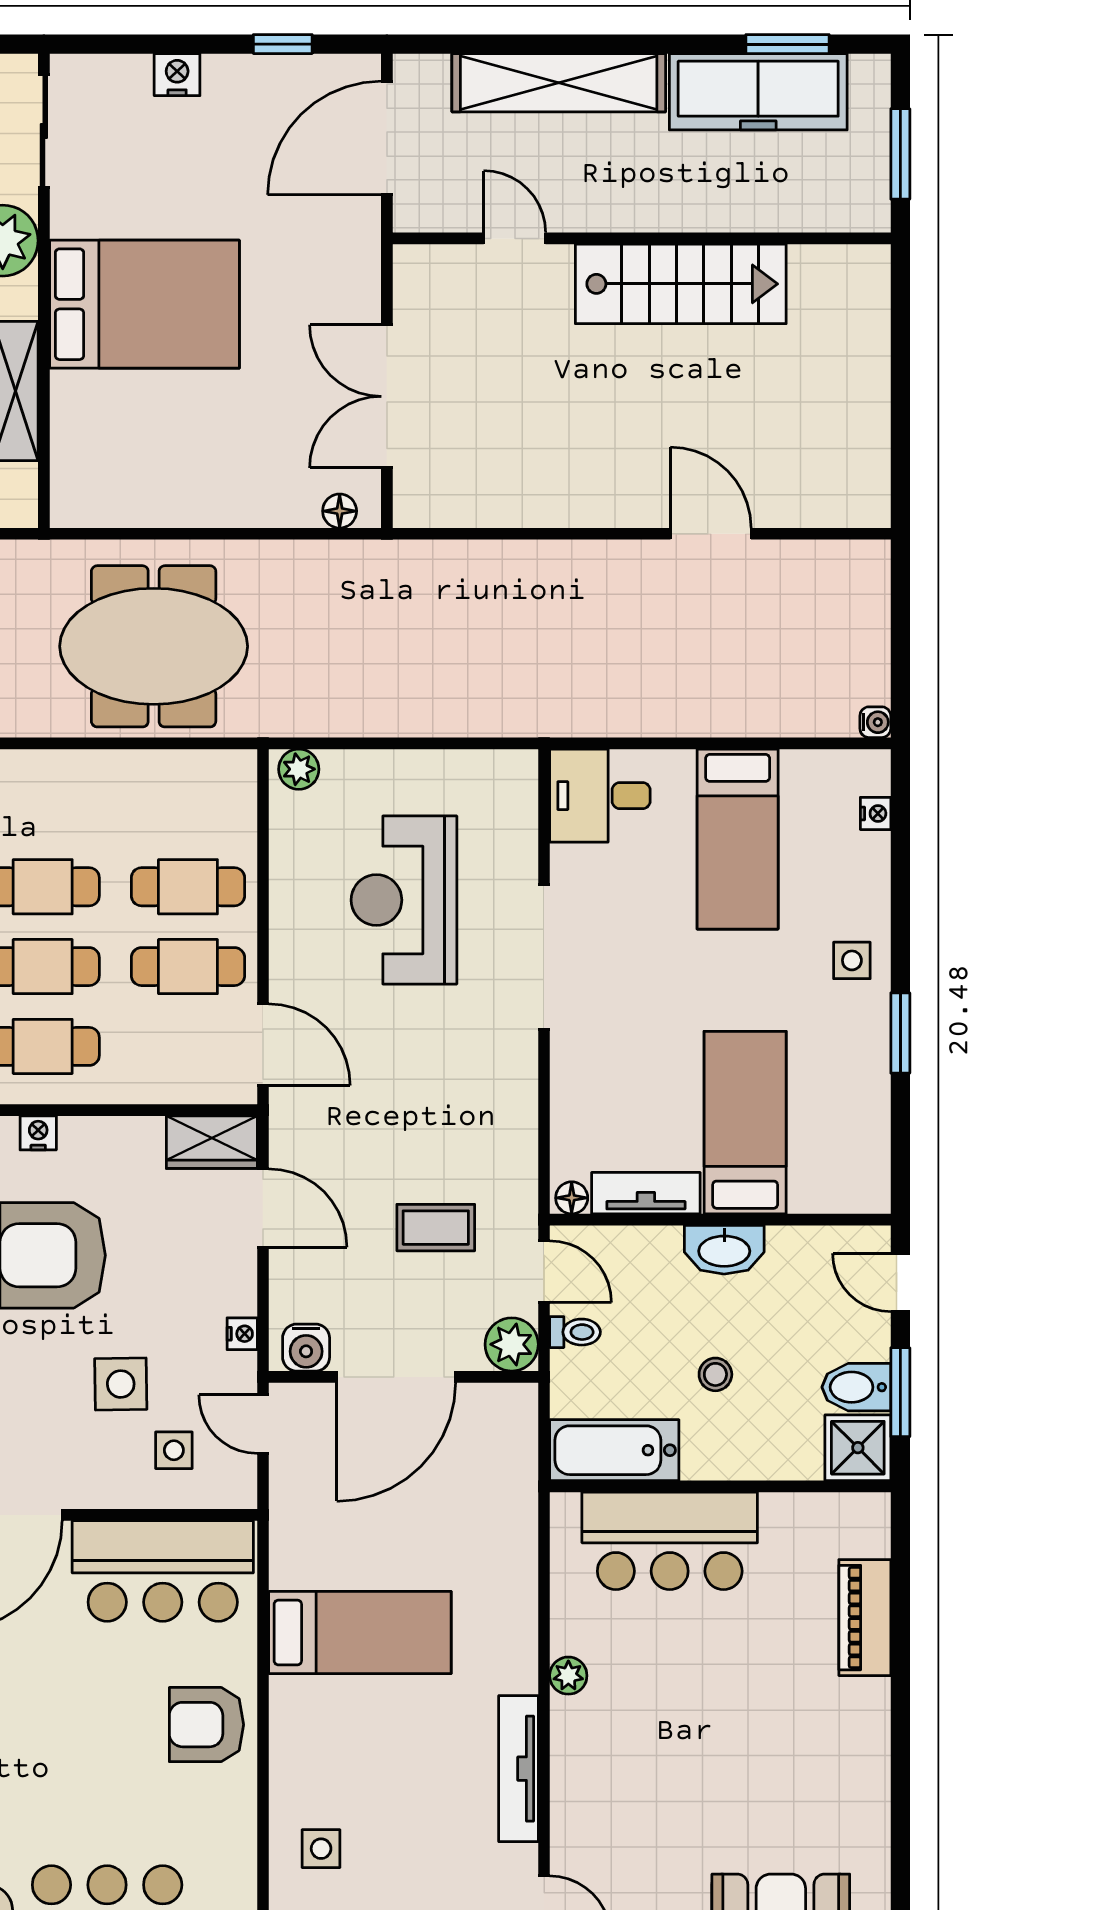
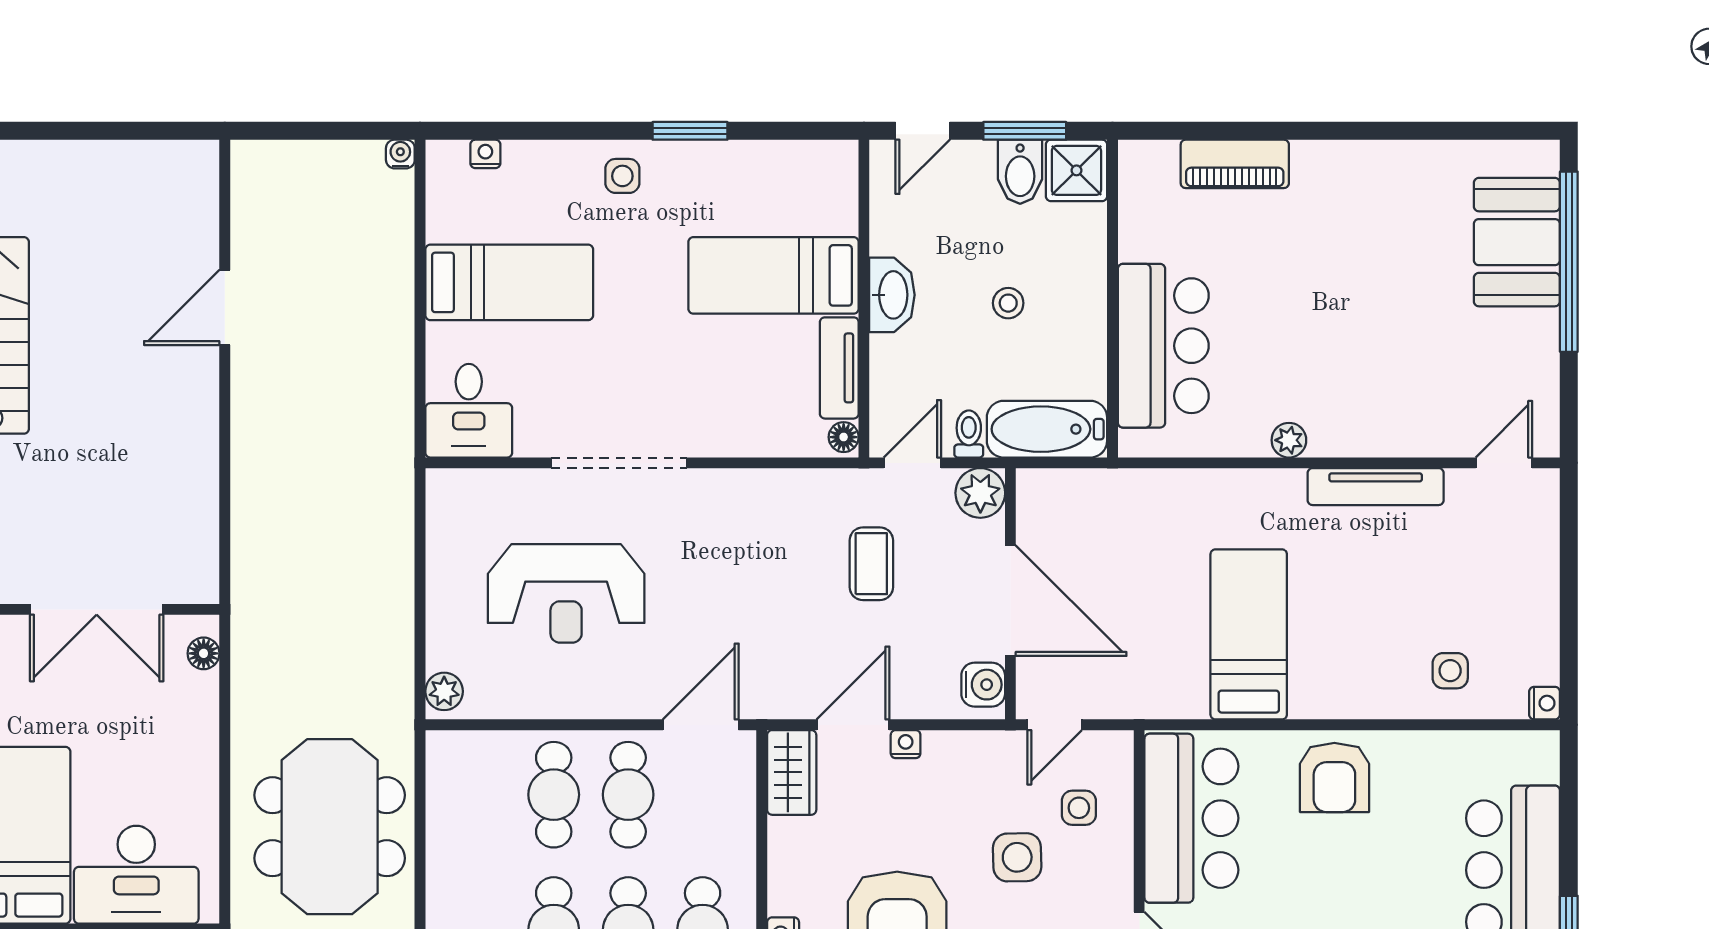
desk: (102, 439) -> (136, 875), added
nightstand: (242, 1334) -> (906, 744), moved
bathtub: (614, 1450) -> (1047, 429), moved, turned 90

